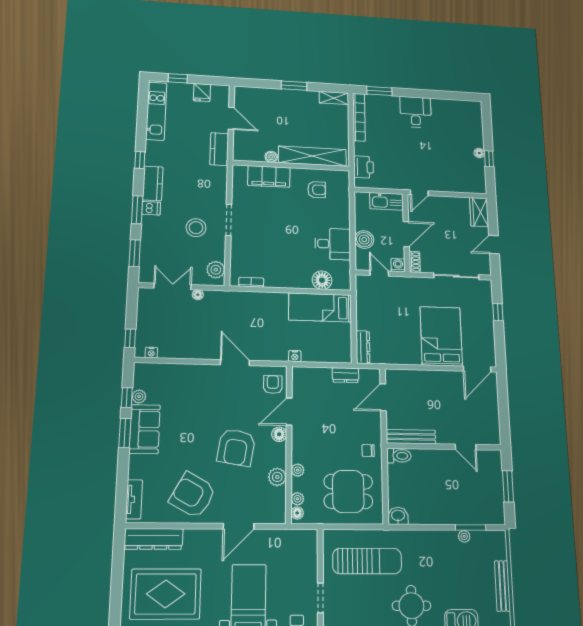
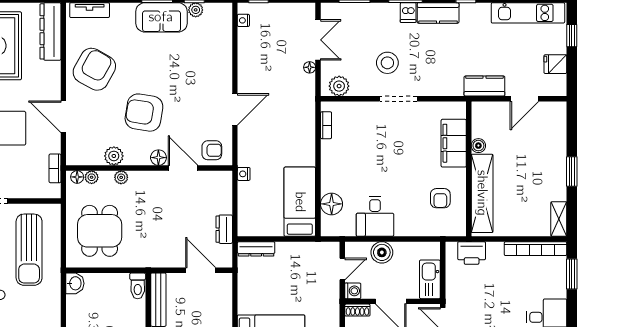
chair: (368, 451) -> (143, 253), removed
bookcase: (289, 535) -> (55, 168), added

